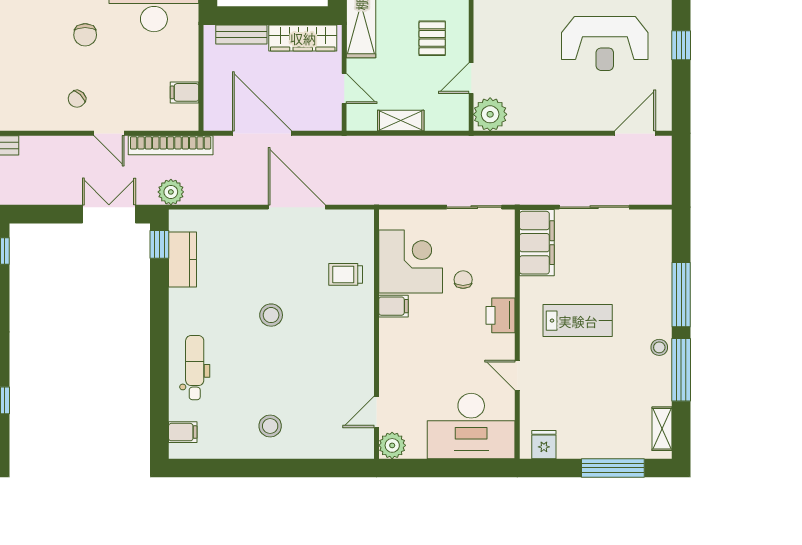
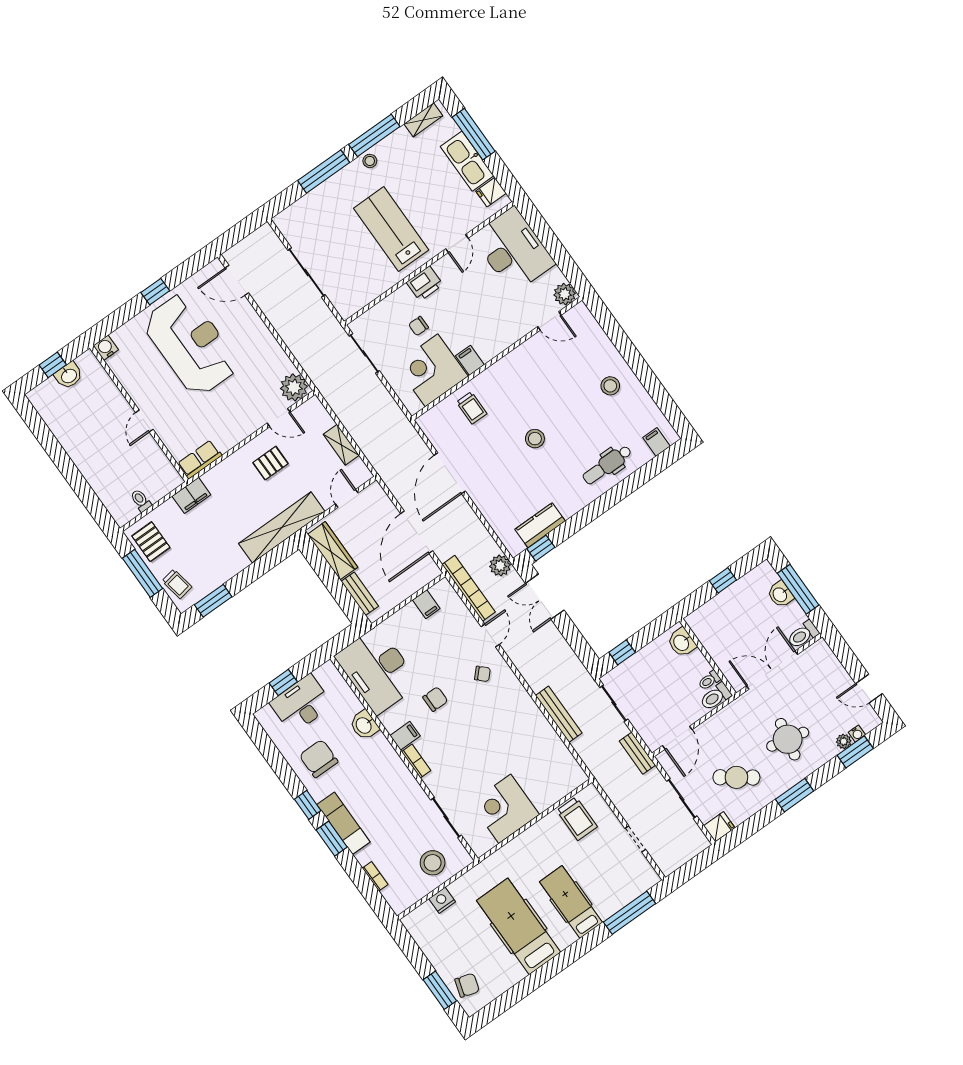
reception desk: (605, 43) -> (191, 344), width x1.36, depth x1.30
filing cabinet: (537, 243) -> (358, 294), removed
lab bench: (578, 321) -> (391, 229), width x1.36, depth x1.39
kitchen sink: (591, 443) -> (467, 161), added

